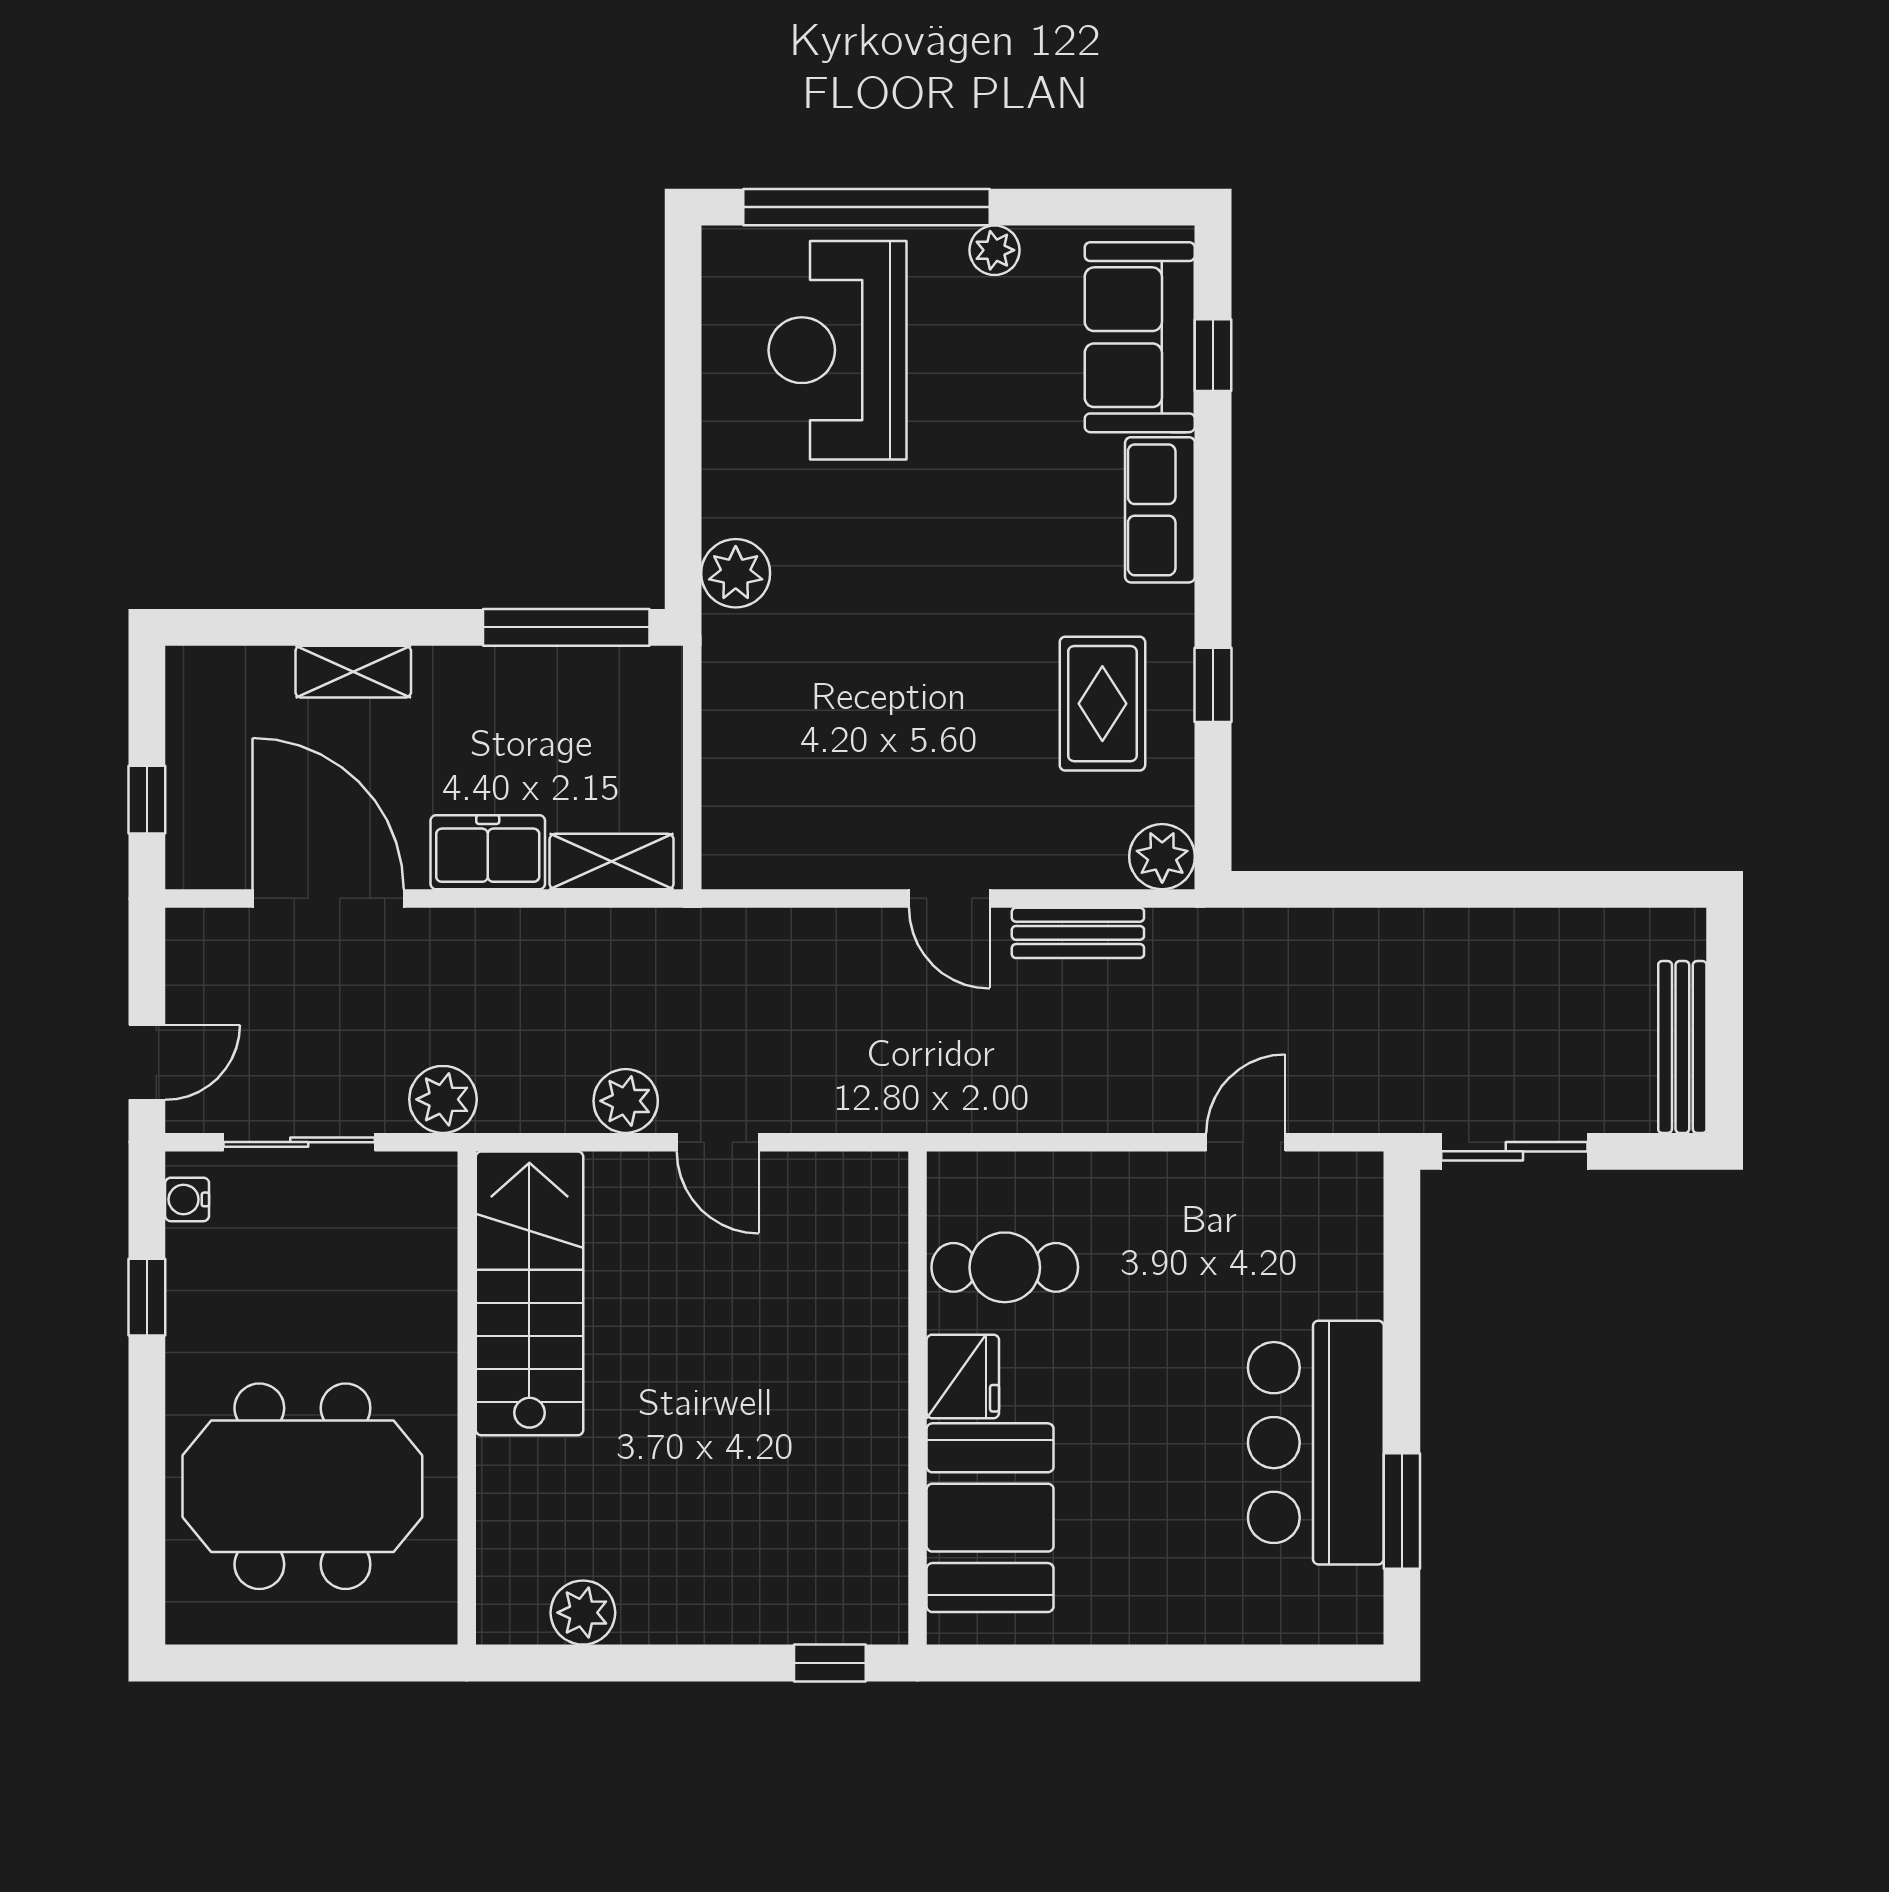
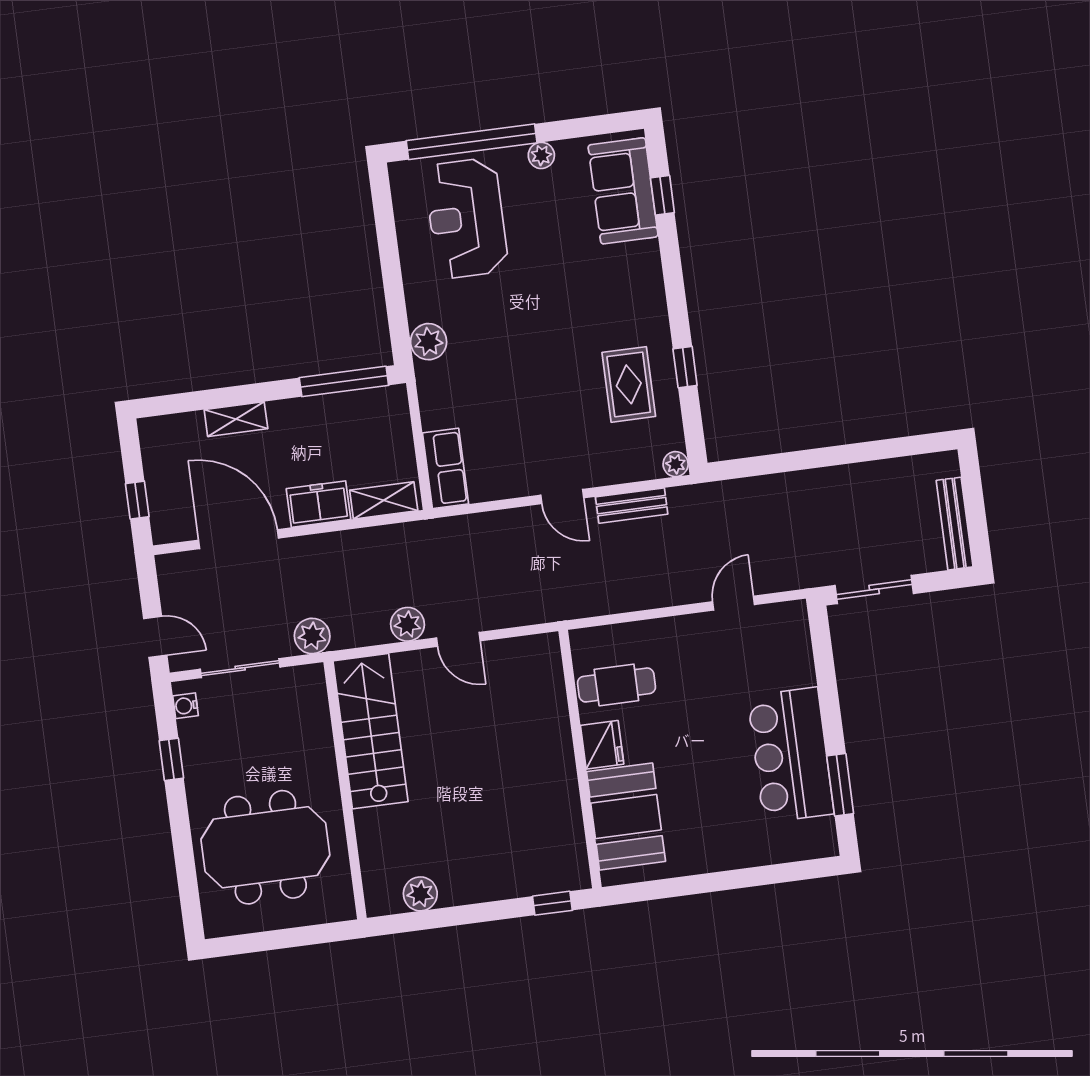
row of seats: (1160, 510) -> (445, 468), moved, turned 180
plant: (1162, 857) -> (676, 464), width x0.73, depth x0.73
door: (147, 1062) -> (155, 637), hinge flipped

